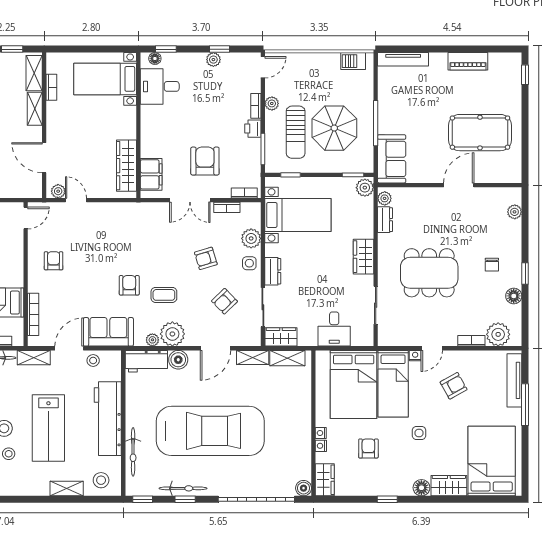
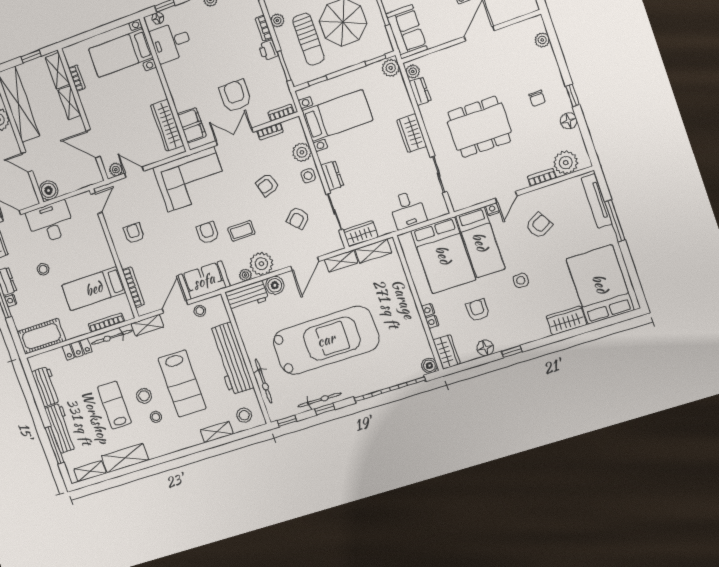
double door: (190, 200) -> (234, 137), swing flipped
corner sofa: (131, 227) -> (191, 179), added
floor lamp: (421, 488) -> (485, 348), moved

